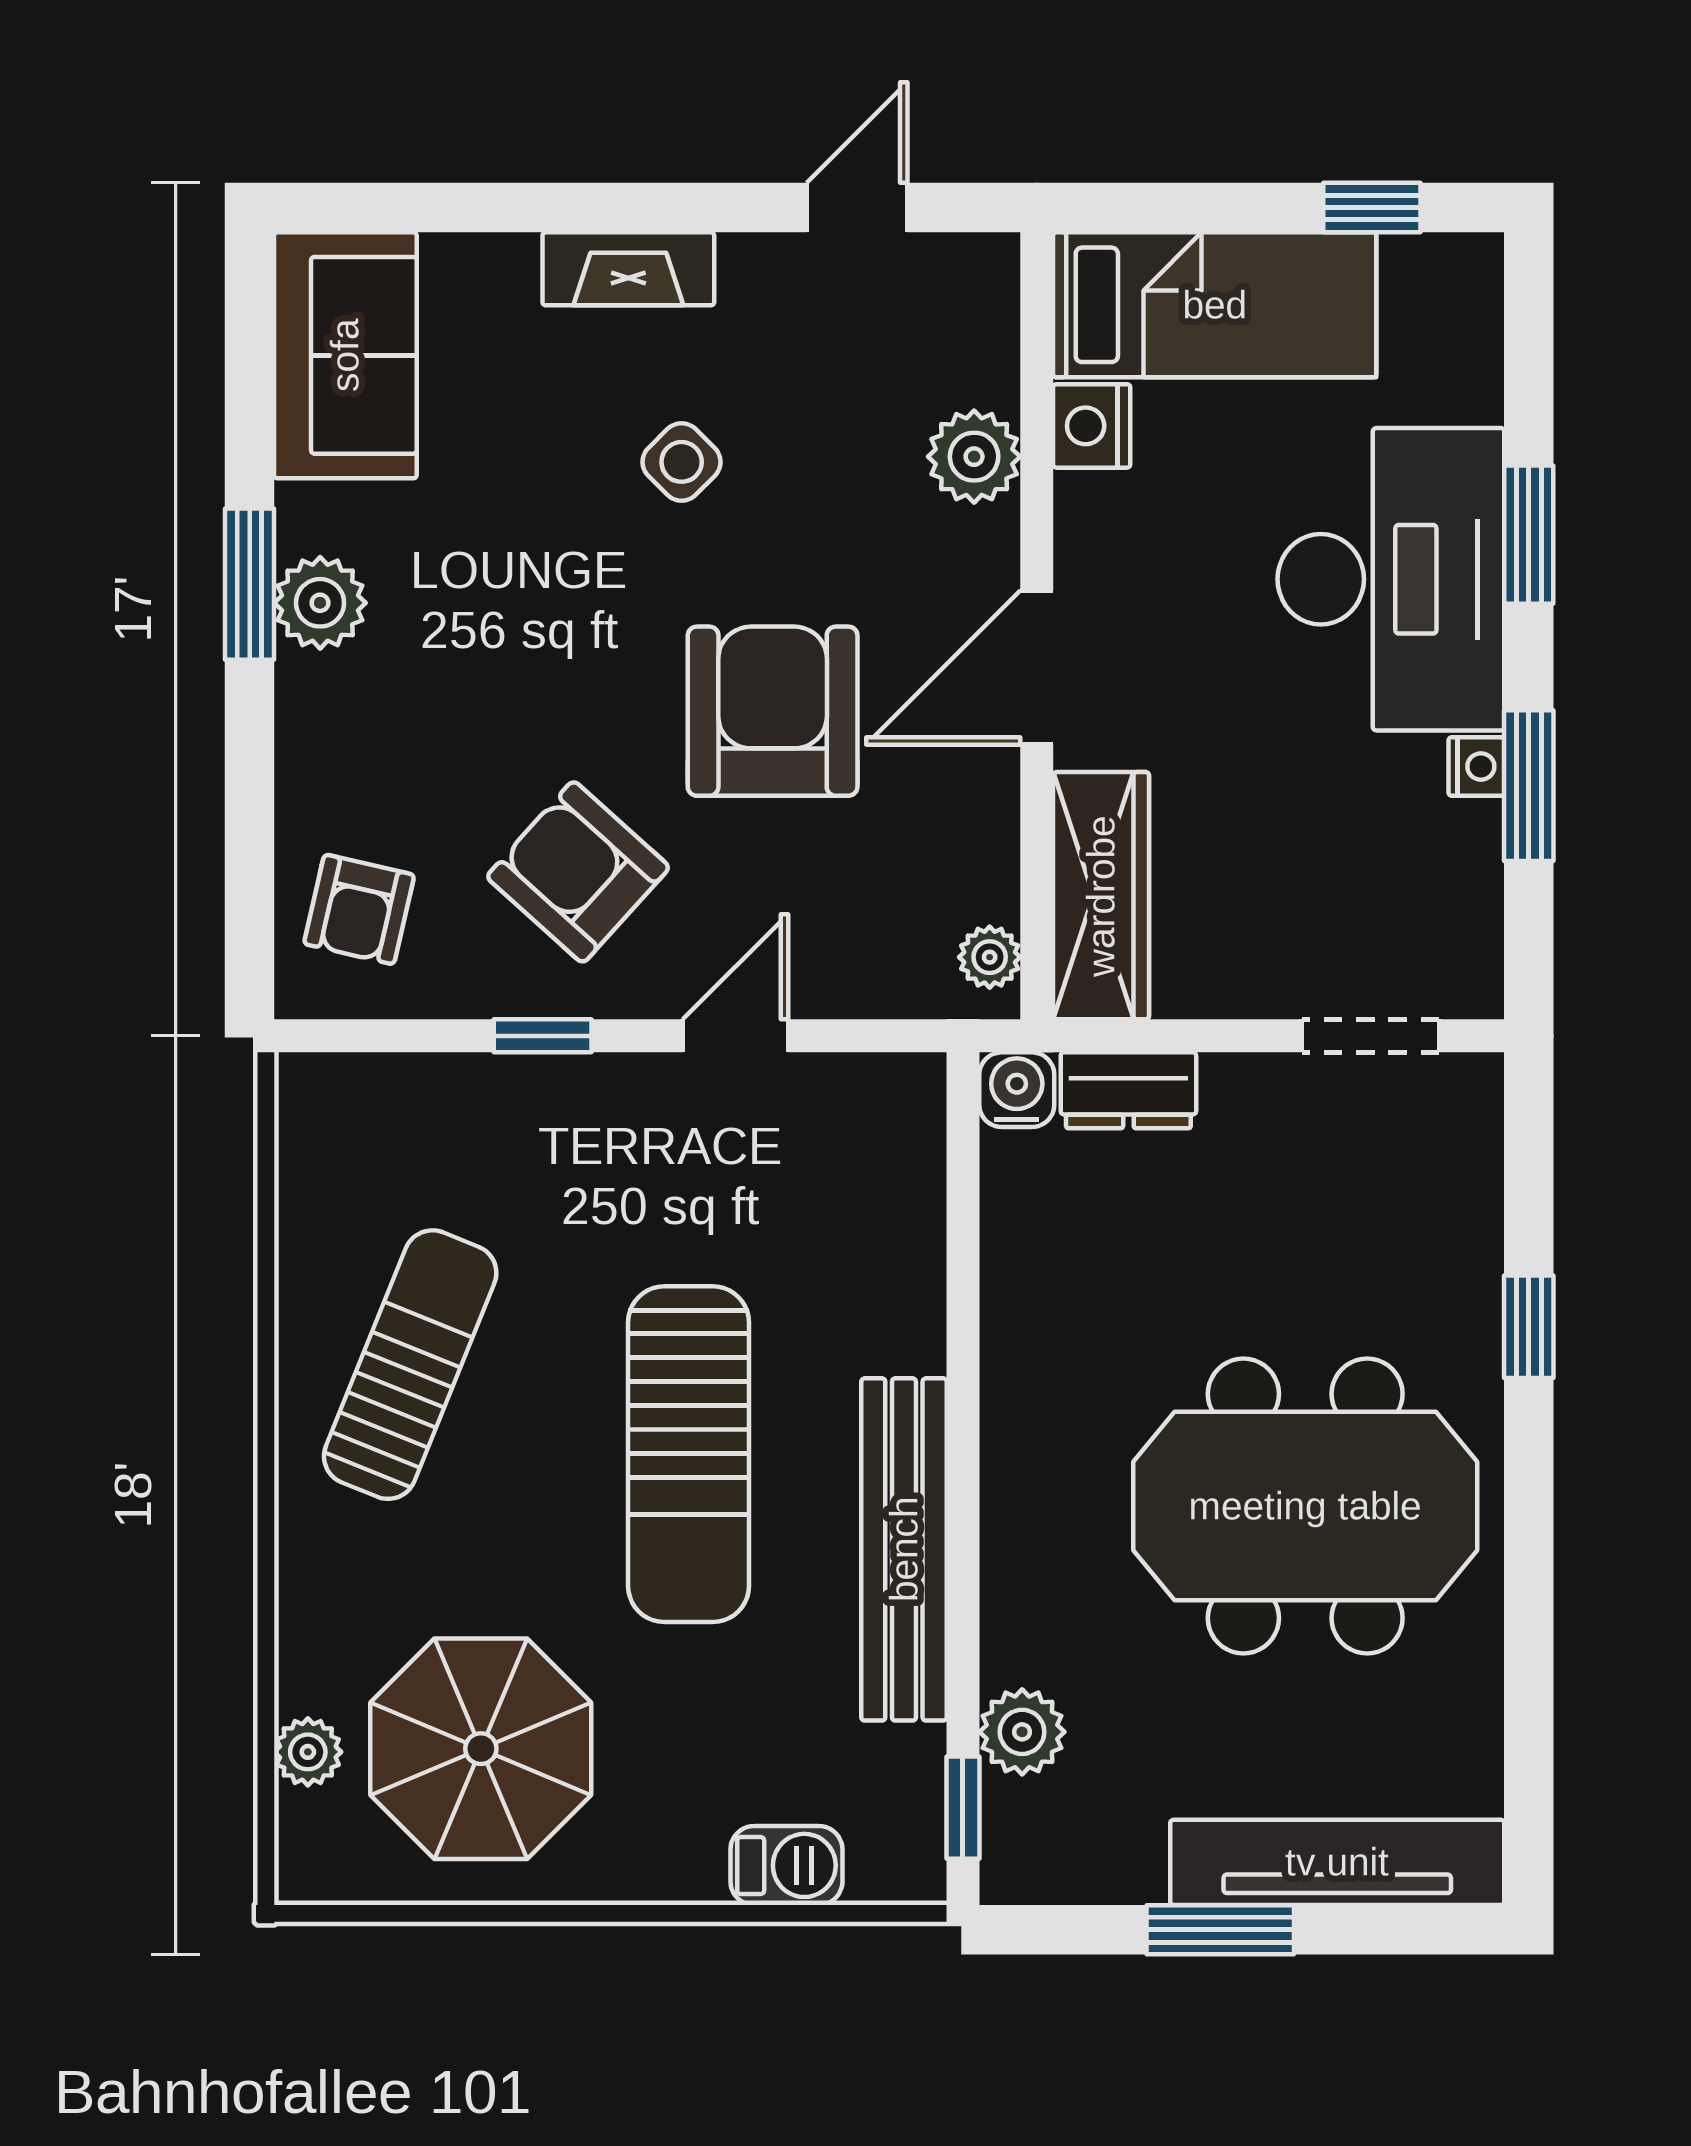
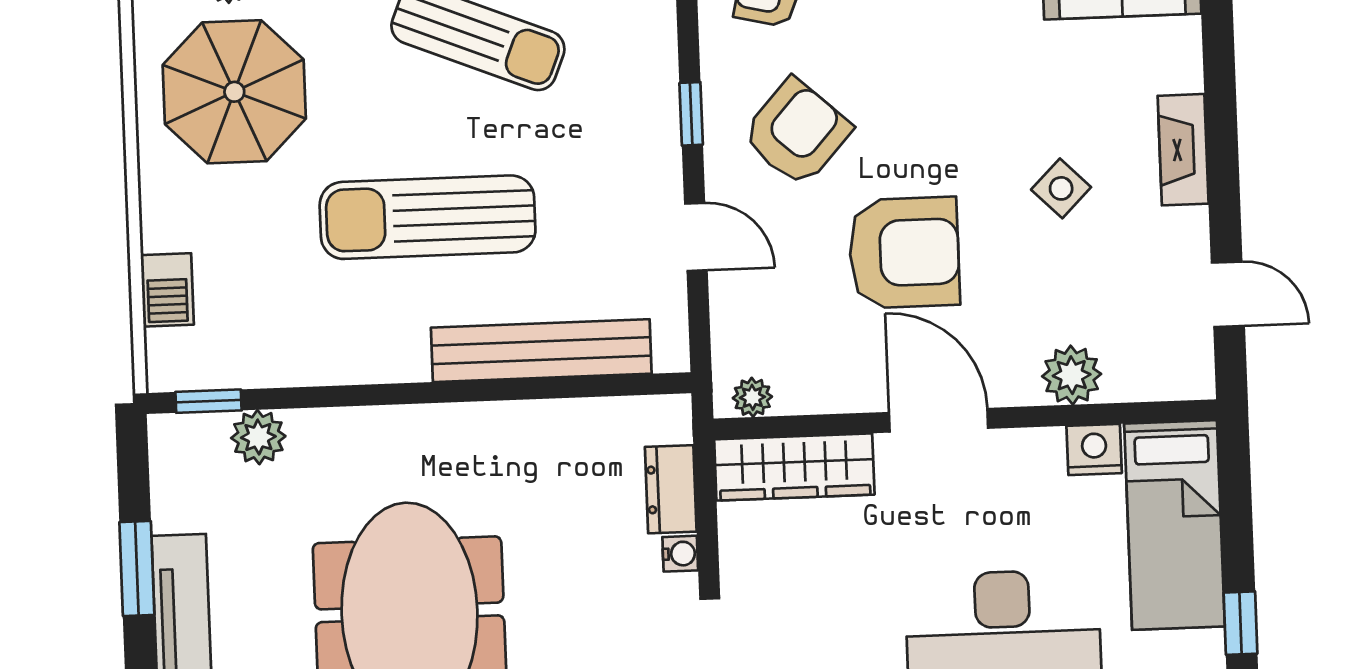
water cooler: (1017, 1090) -> (680, 554), moved, width x0.72, depth x0.72
bench: (904, 1549) -> (541, 351), moved

